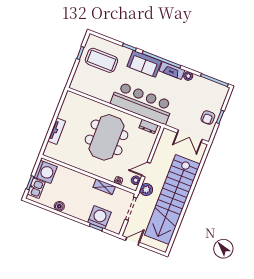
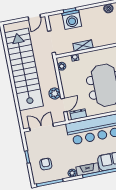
armchair: (208, 118) -> (46, 164), moved
door: (146, 169) -> (64, 105), moved
plant: (146, 190) -> (55, 93), moved

